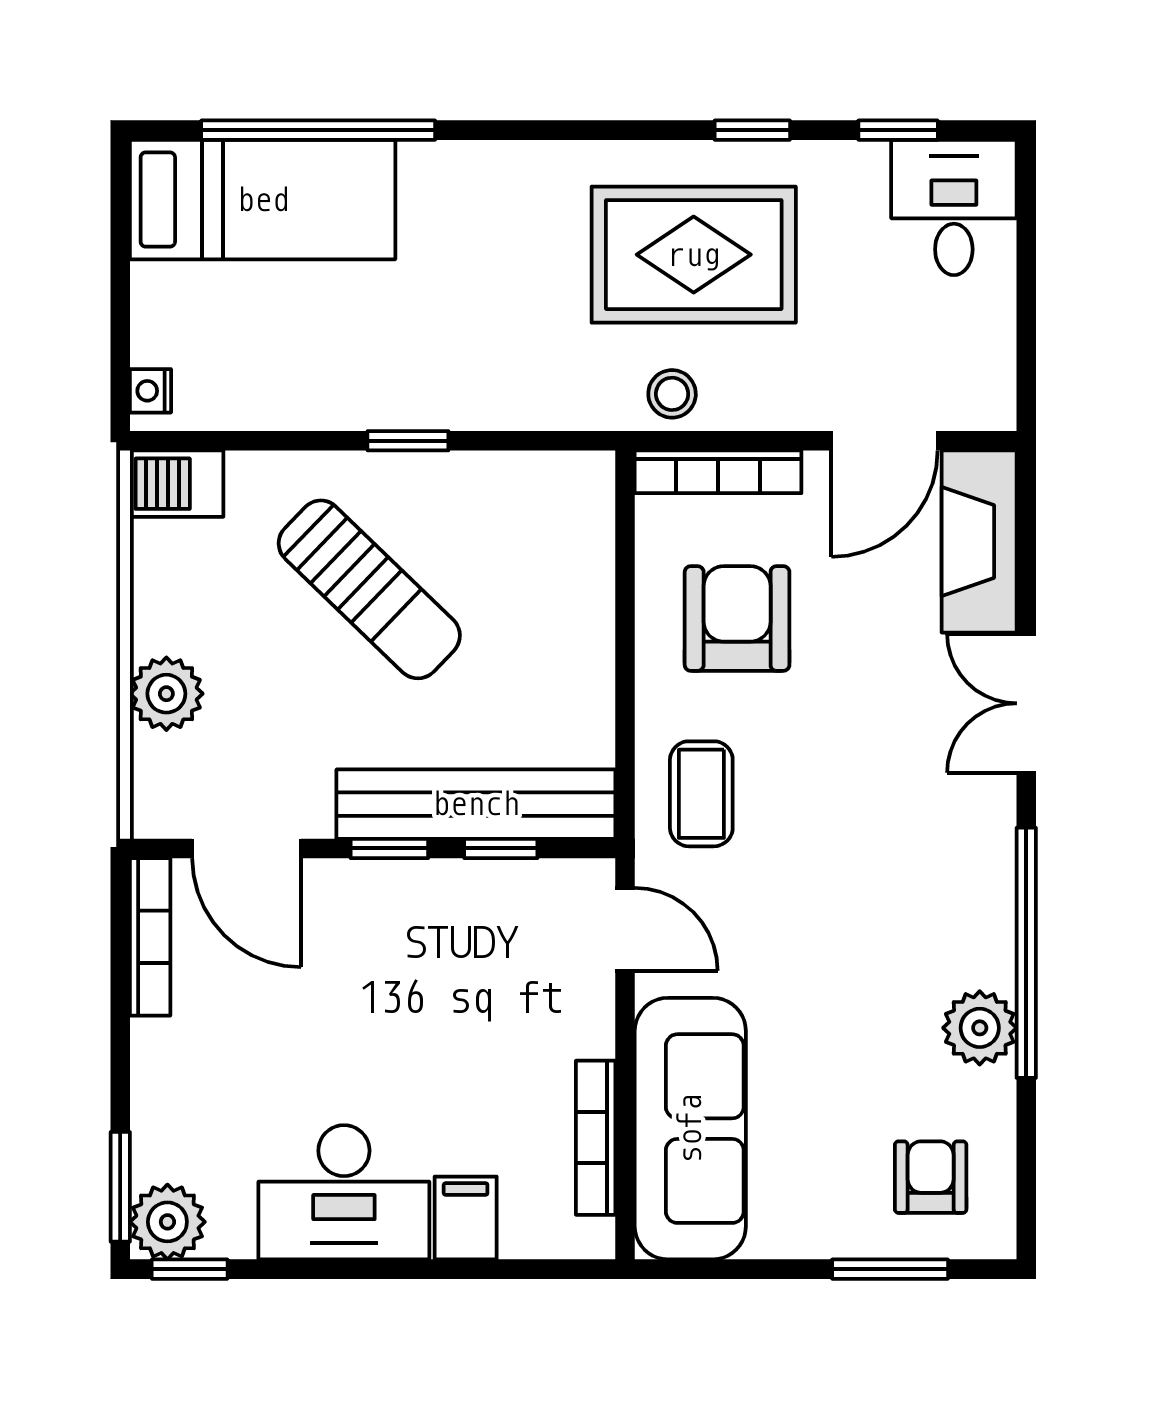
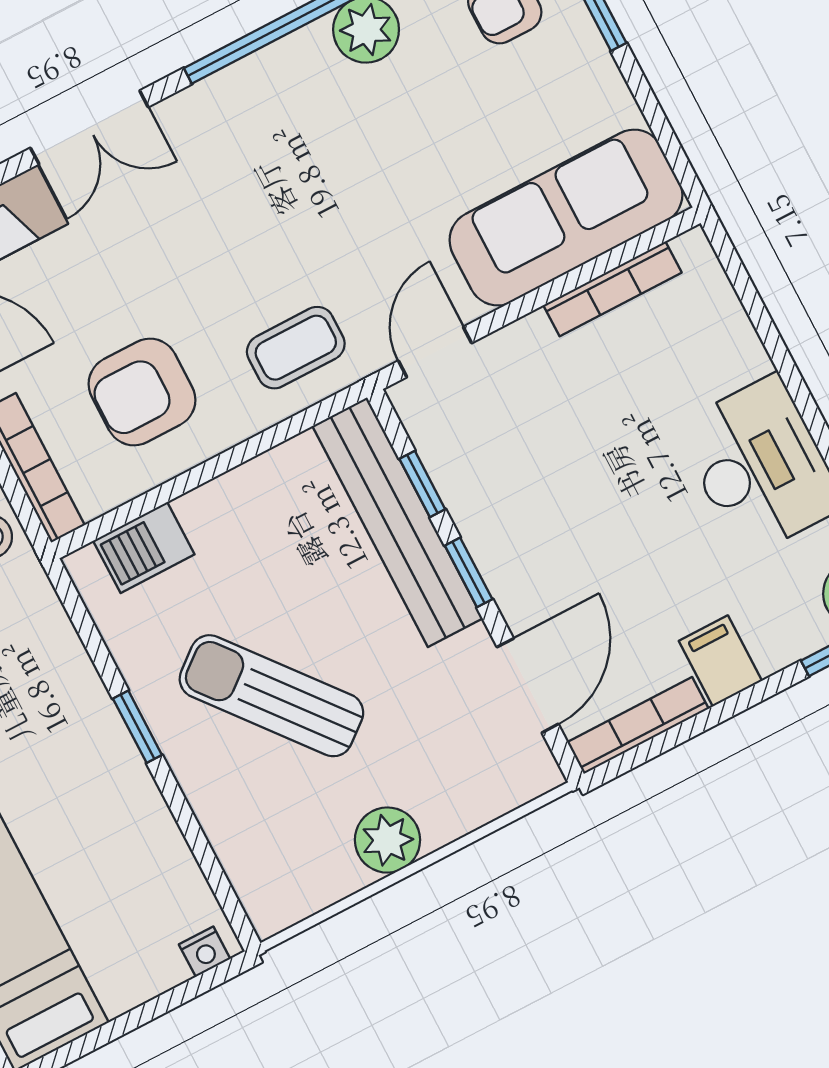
barbecue: (177, 484) -> (144, 547), moved, turned 90
sun lounger: (369, 589) -> (271, 696), turned -83
plant: (166, 694) -> (387, 840), moved
filing cabinet: (466, 1218) -> (720, 661), moved, turned 90

